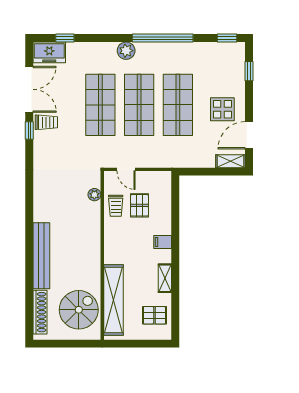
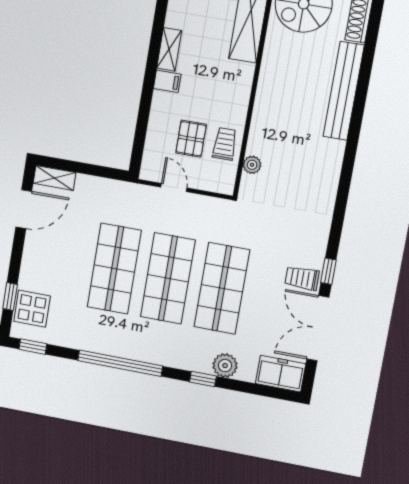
window: (65, 38) -> (203, 379), moved
plant: (126, 51) -> (225, 366), moved
display table: (222, 109) -> (32, 309), moved
door: (126, 169) -> (174, 188), moved
shelving: (165, 278) -> (169, 49), moved

